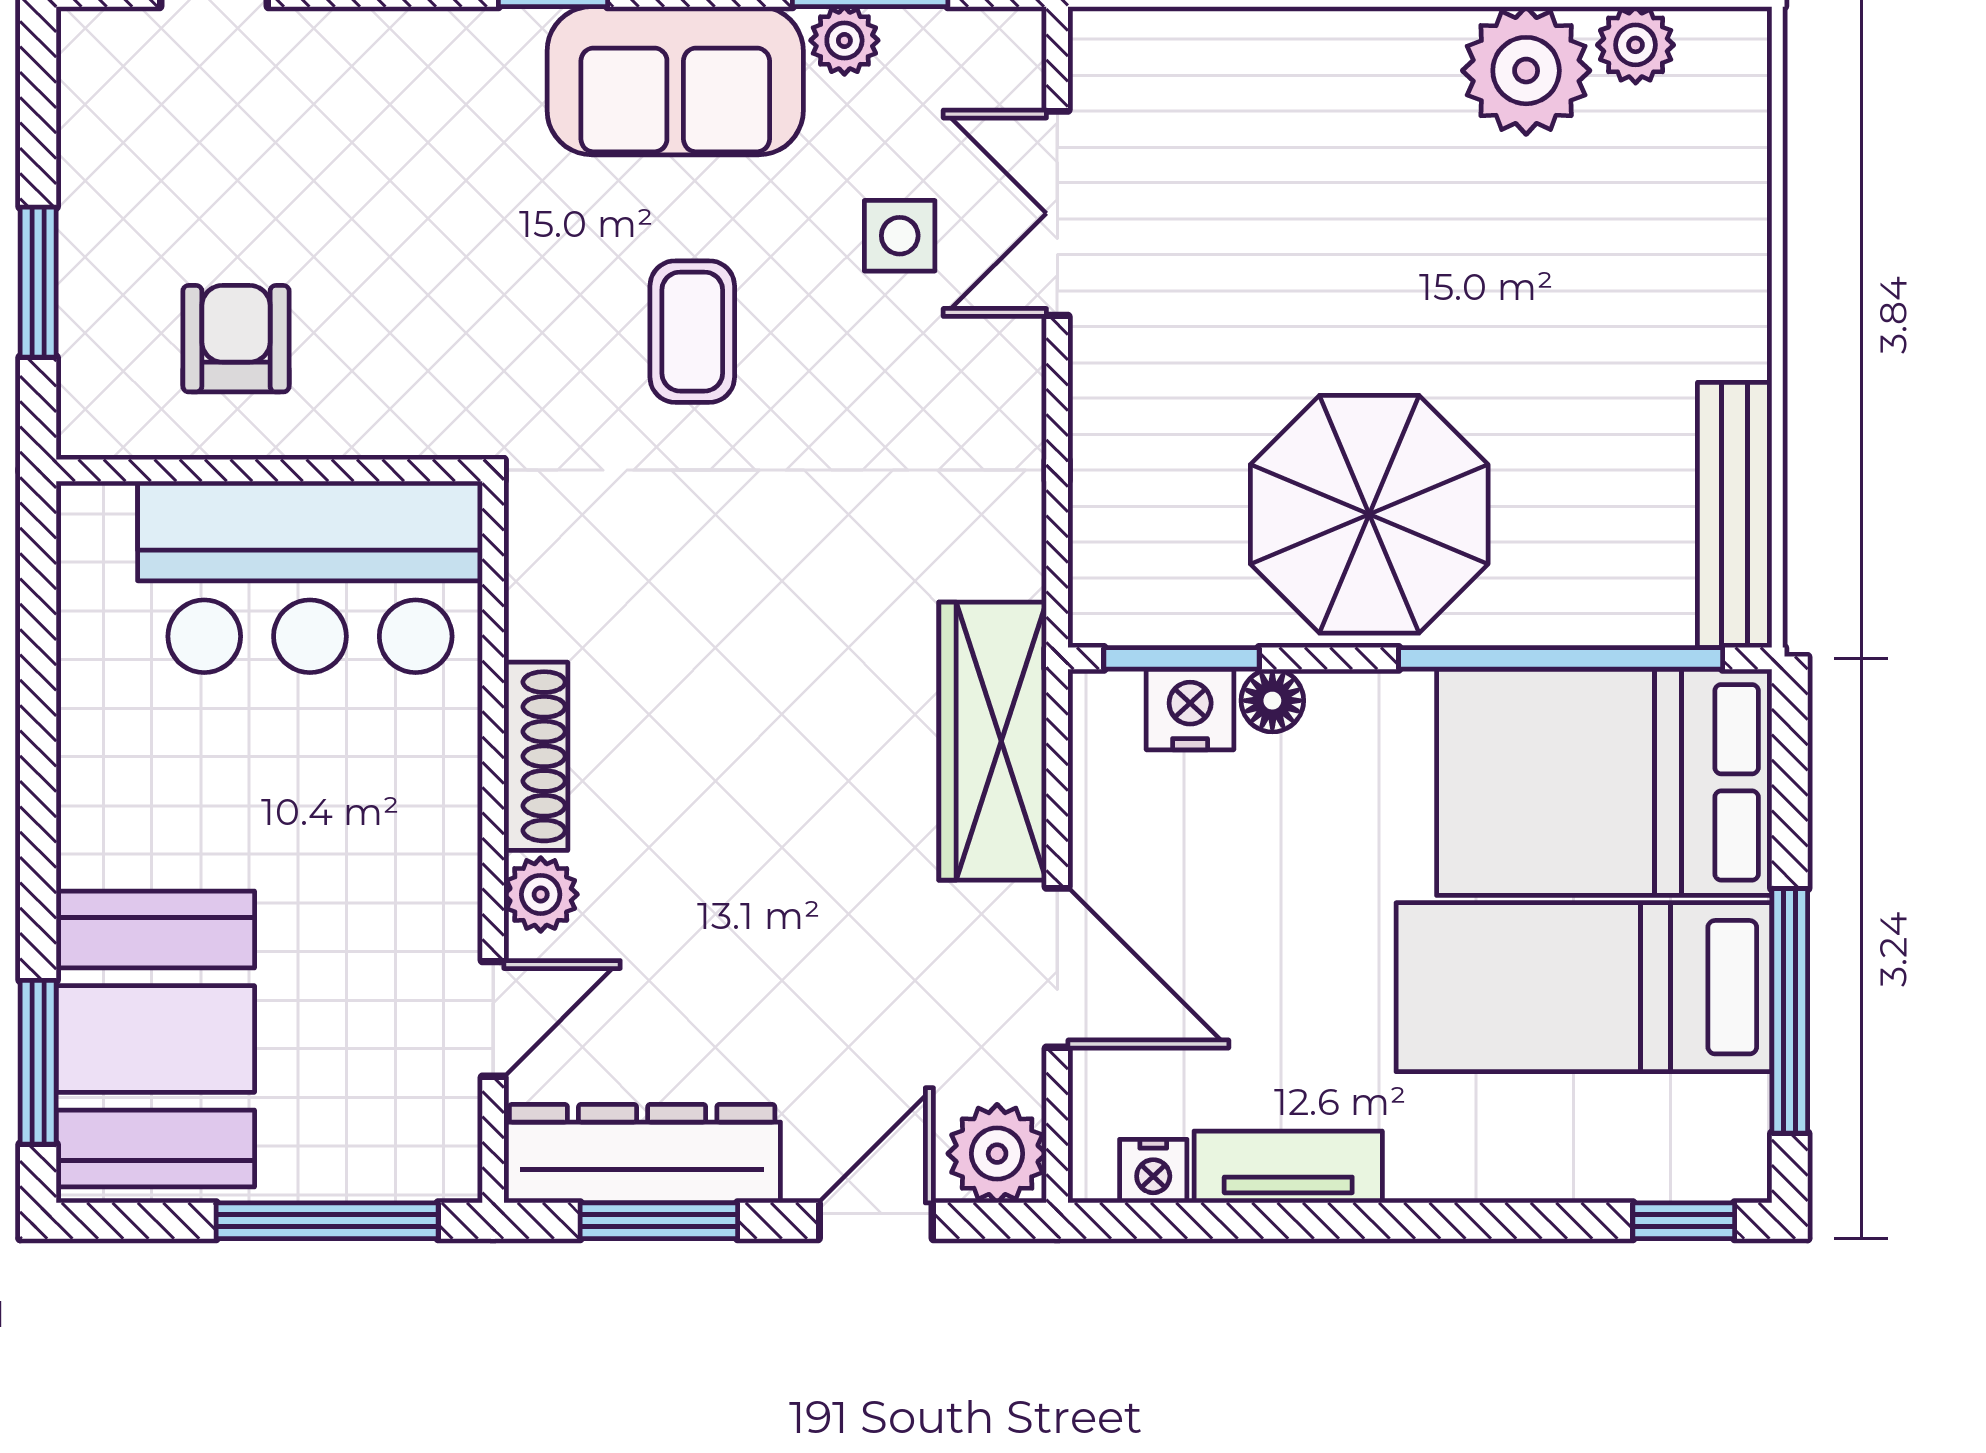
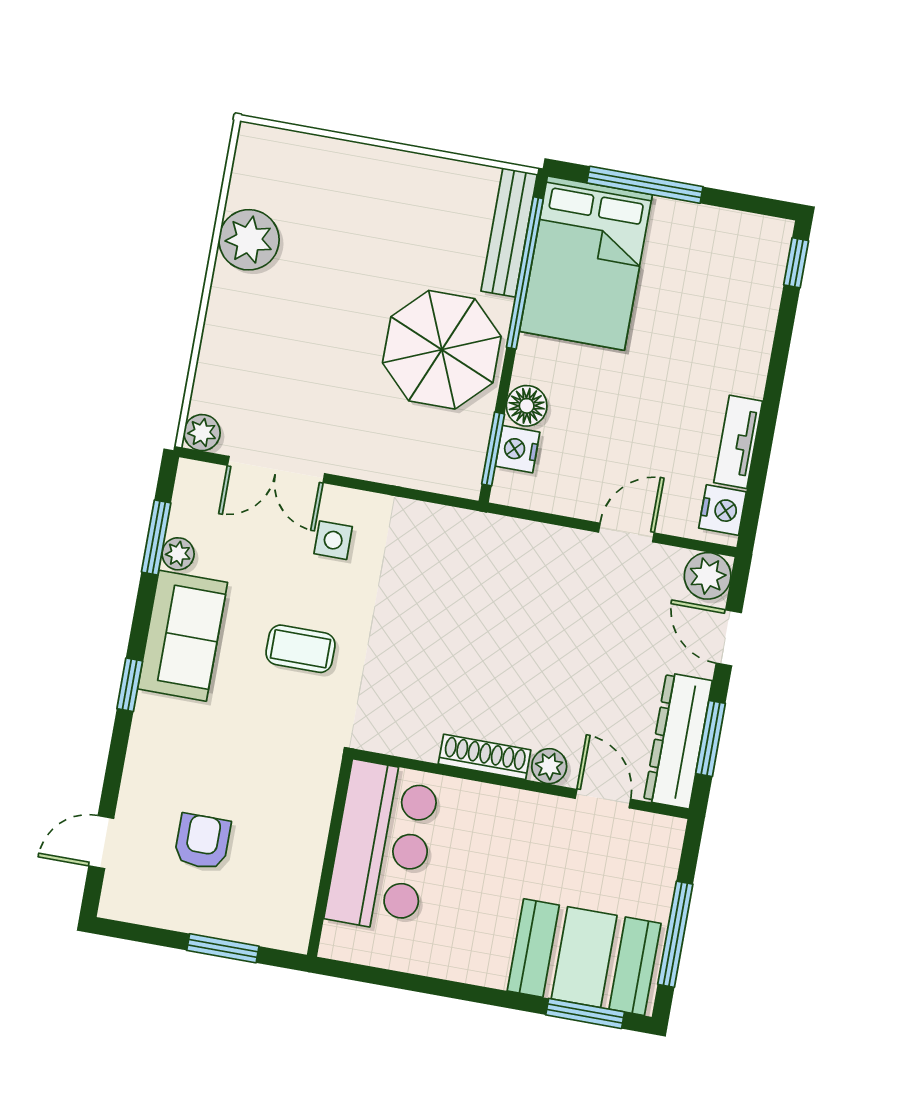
plant: (1636, 45) -> (202, 433), moved
side table: (900, 236) -> (333, 540), moved
armchair: (236, 339) -> (202, 842), moved, turned 90
bench: (1735, 515) -> (509, 232), moved, turned 90
floor lamp: (1272, 701) -> (527, 406), width x1.37, depth x1.37
wardrobe: (993, 741) -> (516, 543), removed
door: (1057, 968) -> (626, 532), width x0.73
bed: (1584, 987) -> (679, 290), removed
window: (1790, 1011) -> (645, 185), moved
nightstand: (1153, 1171) -> (722, 510), width x1.39, depth x1.35
window: (327, 1221) -> (675, 934), moved

